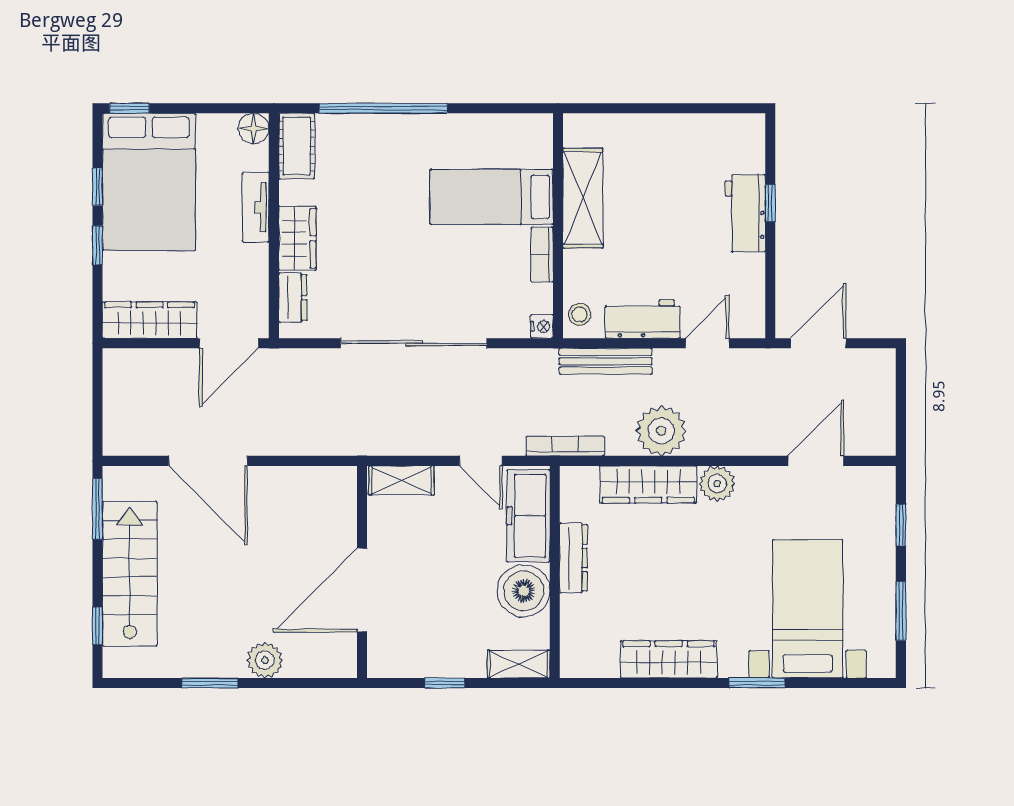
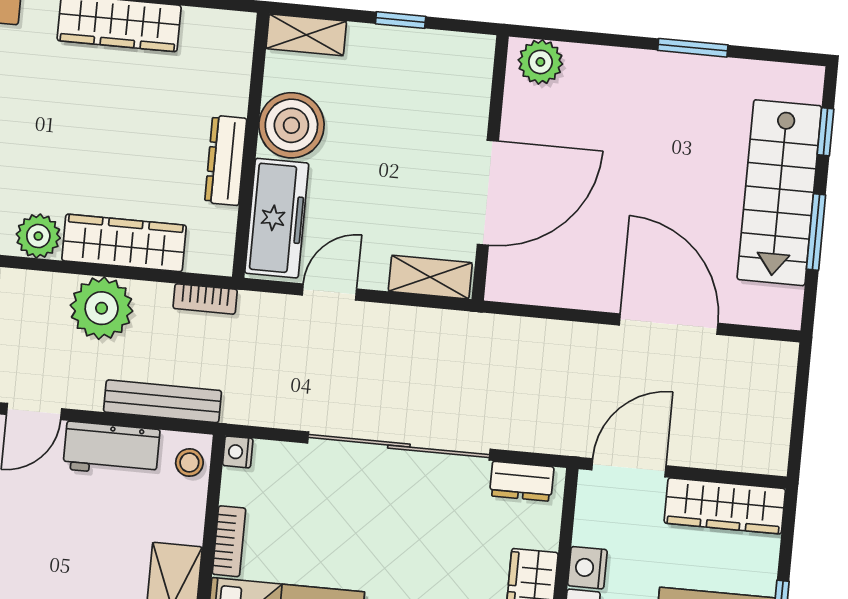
nightstand: (254, 261) -> (587, 568), added
dresser: (293, 298) -> (522, 481), moved, turned -90
bookcase: (565, 446) -> (205, 299), width x0.64
door: (481, 461) -> (329, 292), hinge flipped
window: (98, 509) -> (816, 232), moved
door: (362, 590) -> (488, 193), moved
plant: (265, 660) -> (540, 62), moved

